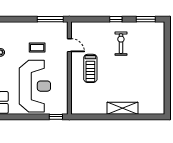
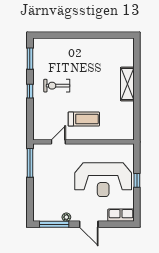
coffee table: (37, 48) -> (61, 177), removed
reception desk: (35, 86) -> (103, 180), turned 180
window: (56, 117) -> (137, 180), moved

